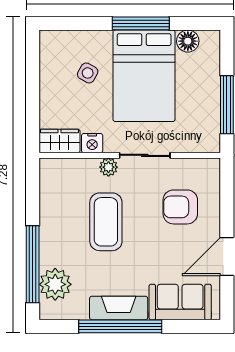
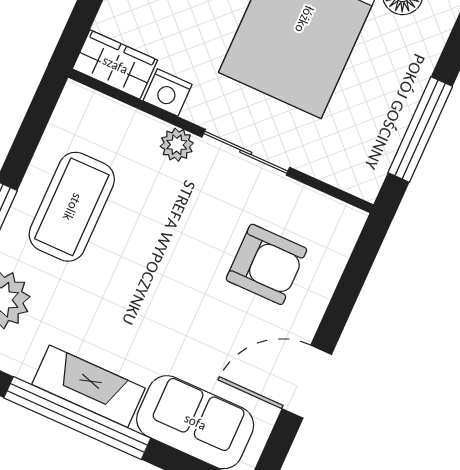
armchair: (180, 207) -> (266, 264), turned 180
coffee table: (106, 222) -> (72, 207), moved

